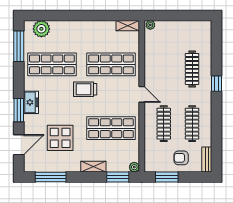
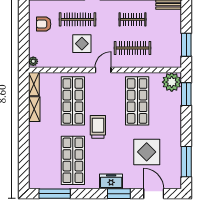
plant: (41, 29) -> (37, 171), removed
display table: (168, 73) -> (82, 44), added
trolley: (85, 89) -> (98, 127), turned 180
clothes rail: (192, 124) -> (132, 19), width x0.73
armchair: (181, 158) -> (44, 24), moved, turned 90
shelving: (93, 167) -> (34, 109), moved
plant: (134, 167) -> (172, 82), width x1.88, depth x1.88

